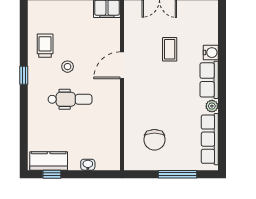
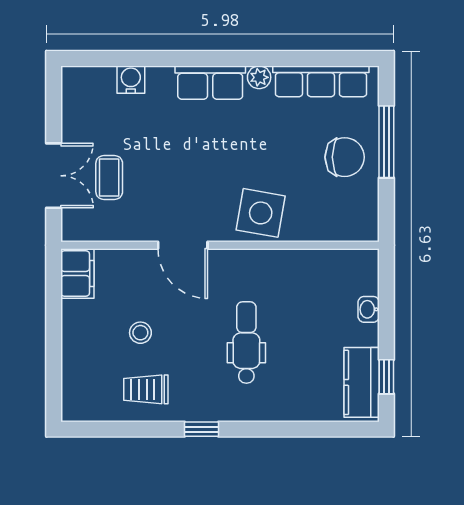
coffee table: (170, 49) -> (109, 178), moved, turned 90
water cooler: (211, 53) -> (131, 80), moved
stool: (68, 67) -> (140, 333), moved
side table: (139, 107) -> (261, 213), added
chair: (154, 140) -> (345, 157), moved

